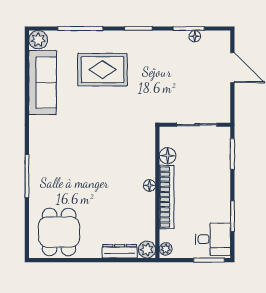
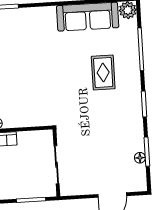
rug: (103, 70) -> (103, 72), width x0.73, depth x0.70
floor lamp: (168, 156) -> (26, 139), removed

